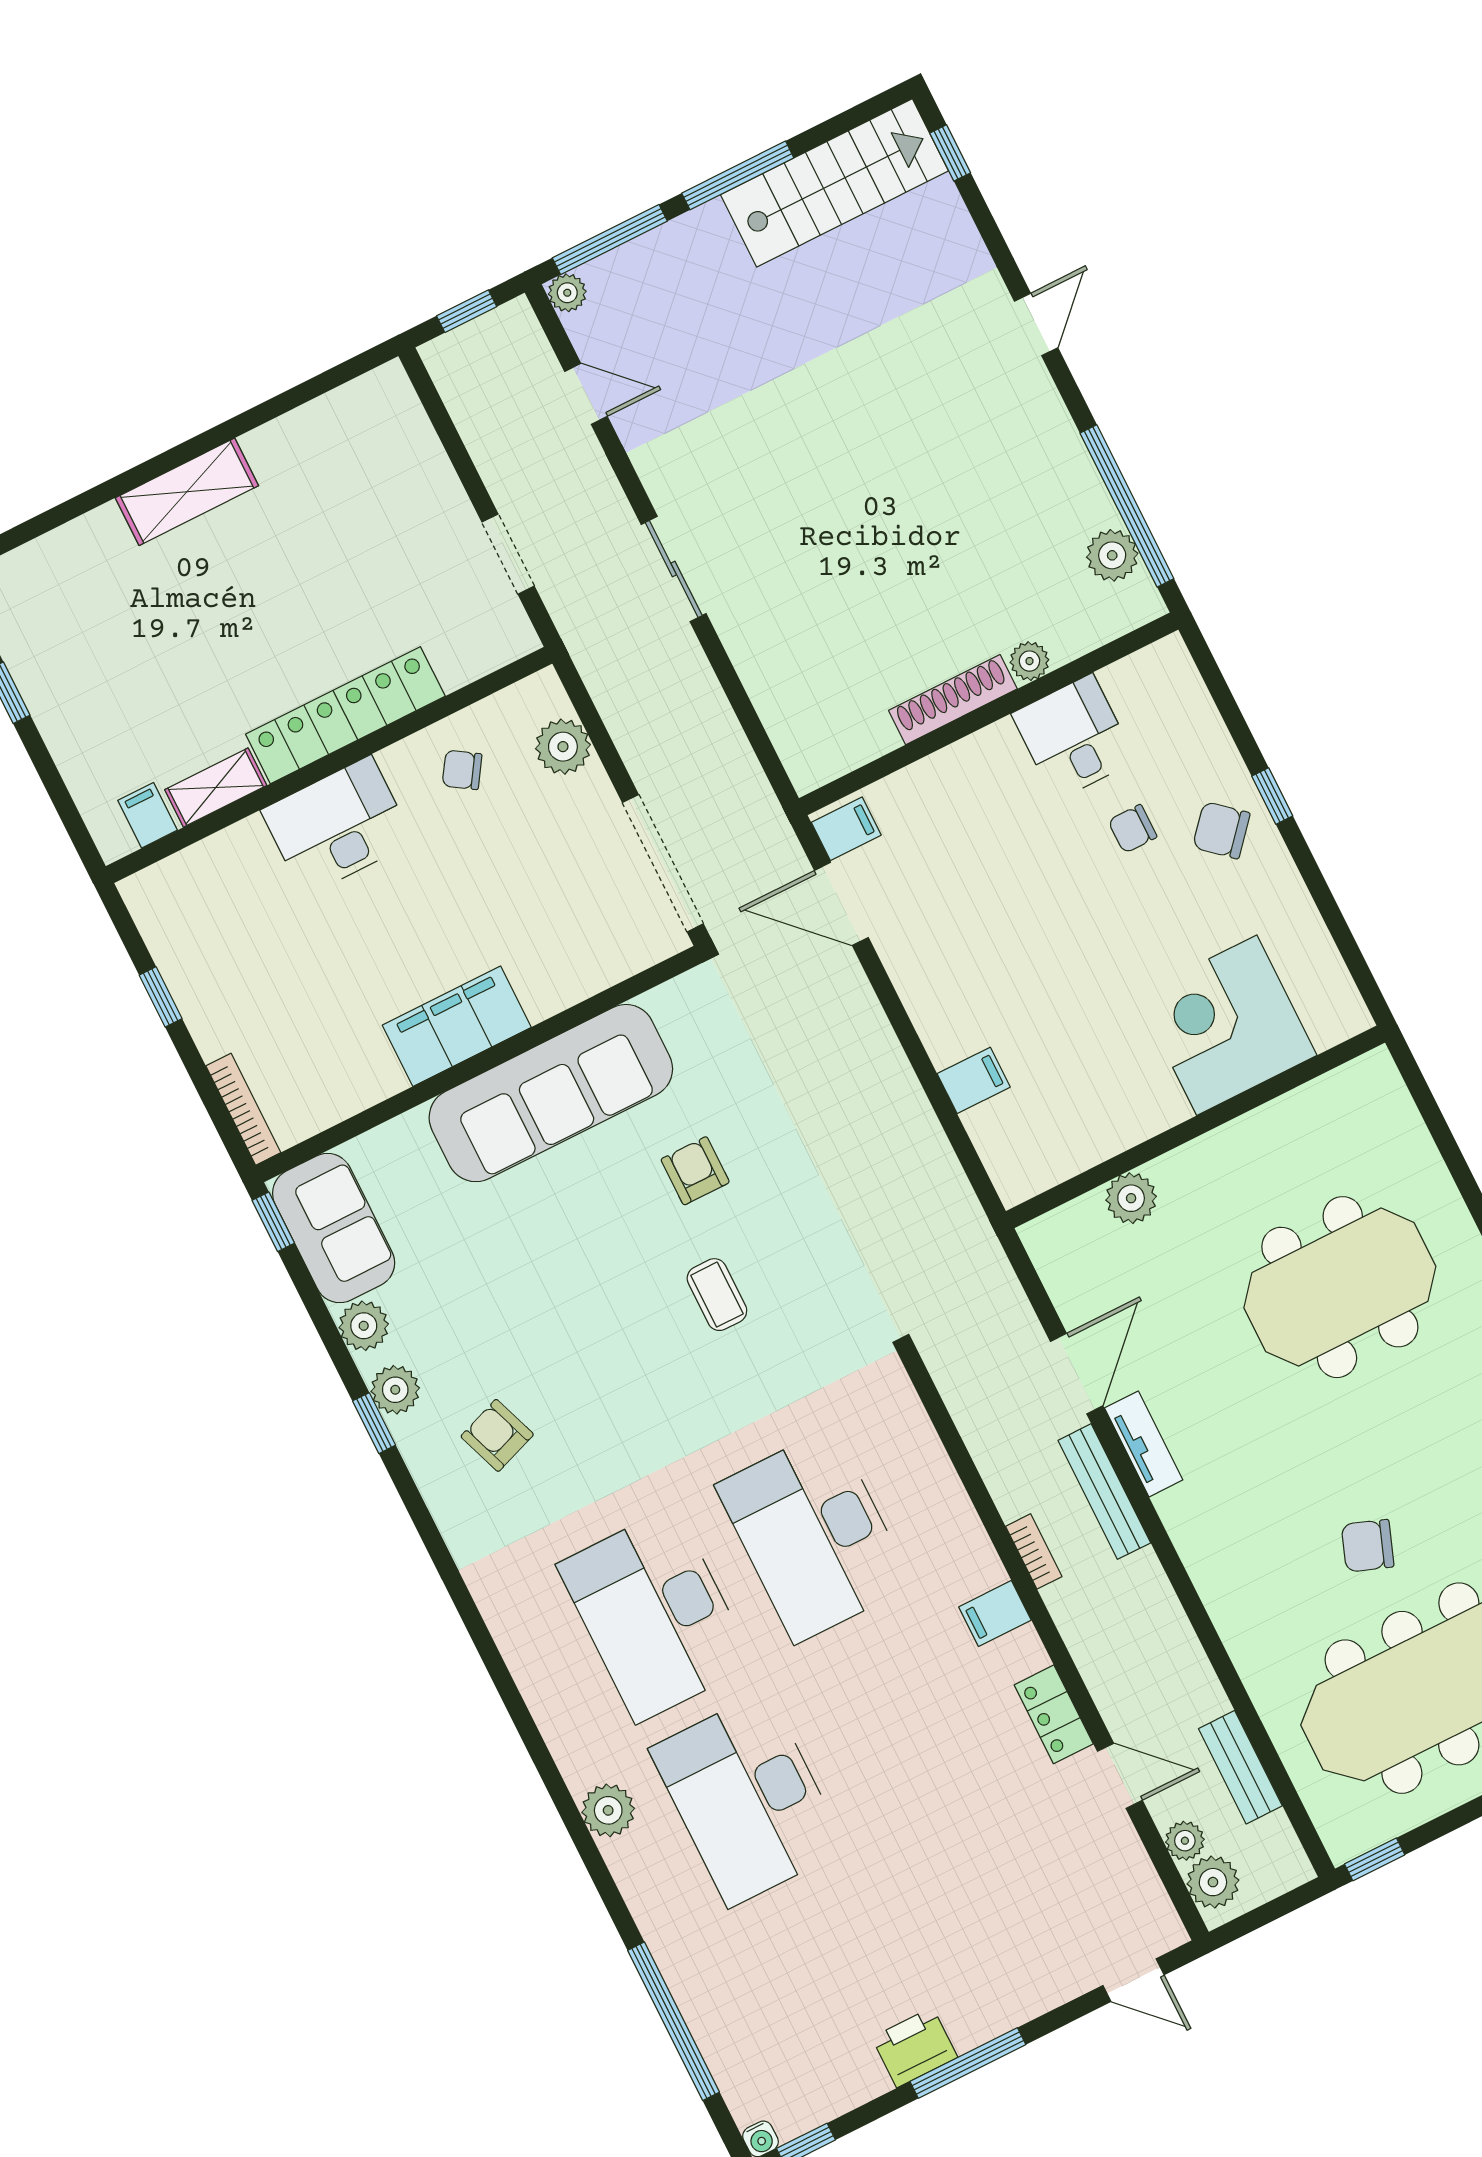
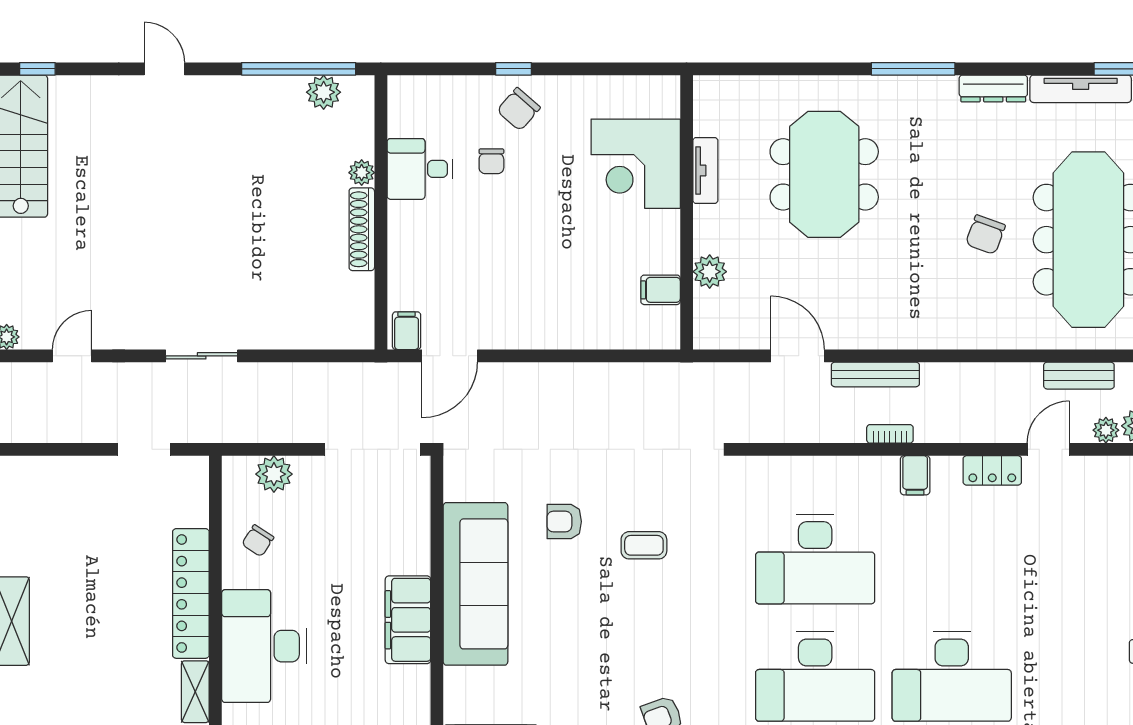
desk: (338, 826) -> (264, 646), width x1.36, depth x1.30
filing cabinet: (974, 1080) -> (661, 290), moved, turned -90
tv unit: (1144, 1444) -> (705, 171), moved, turned 90

